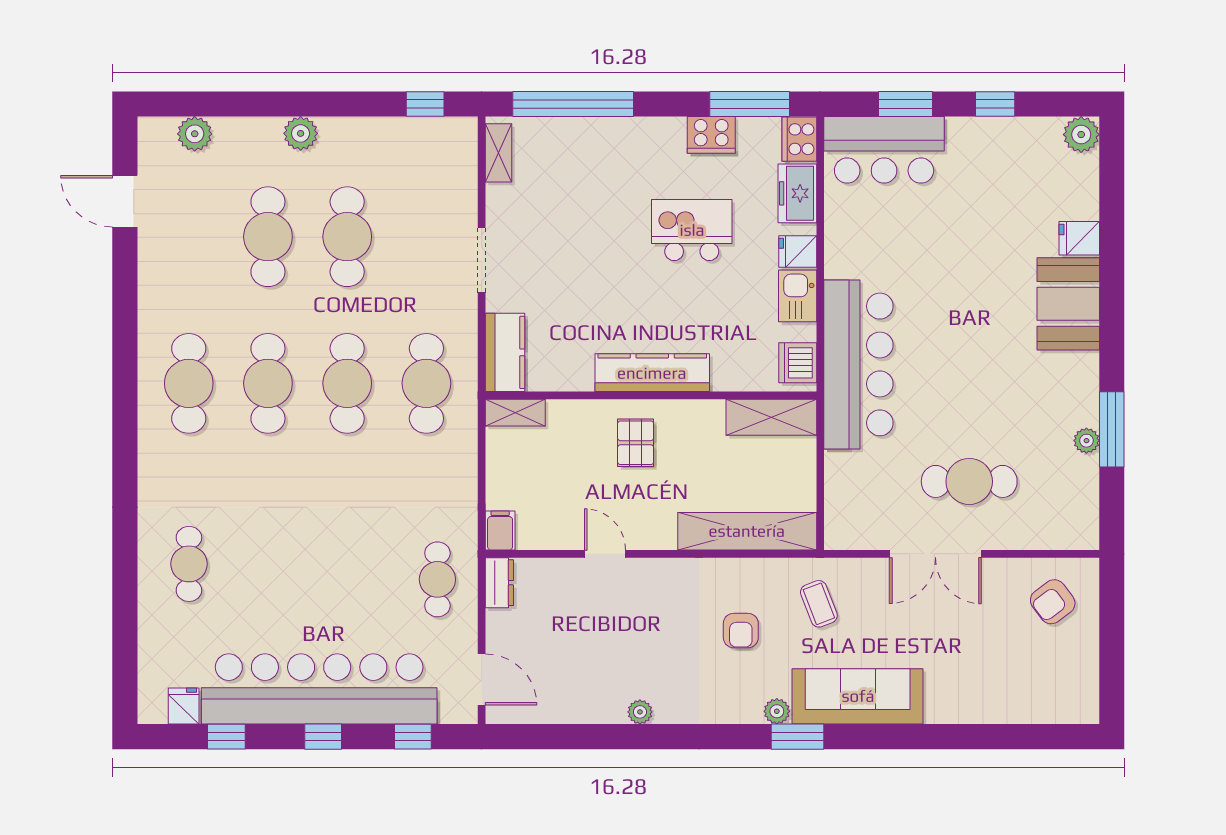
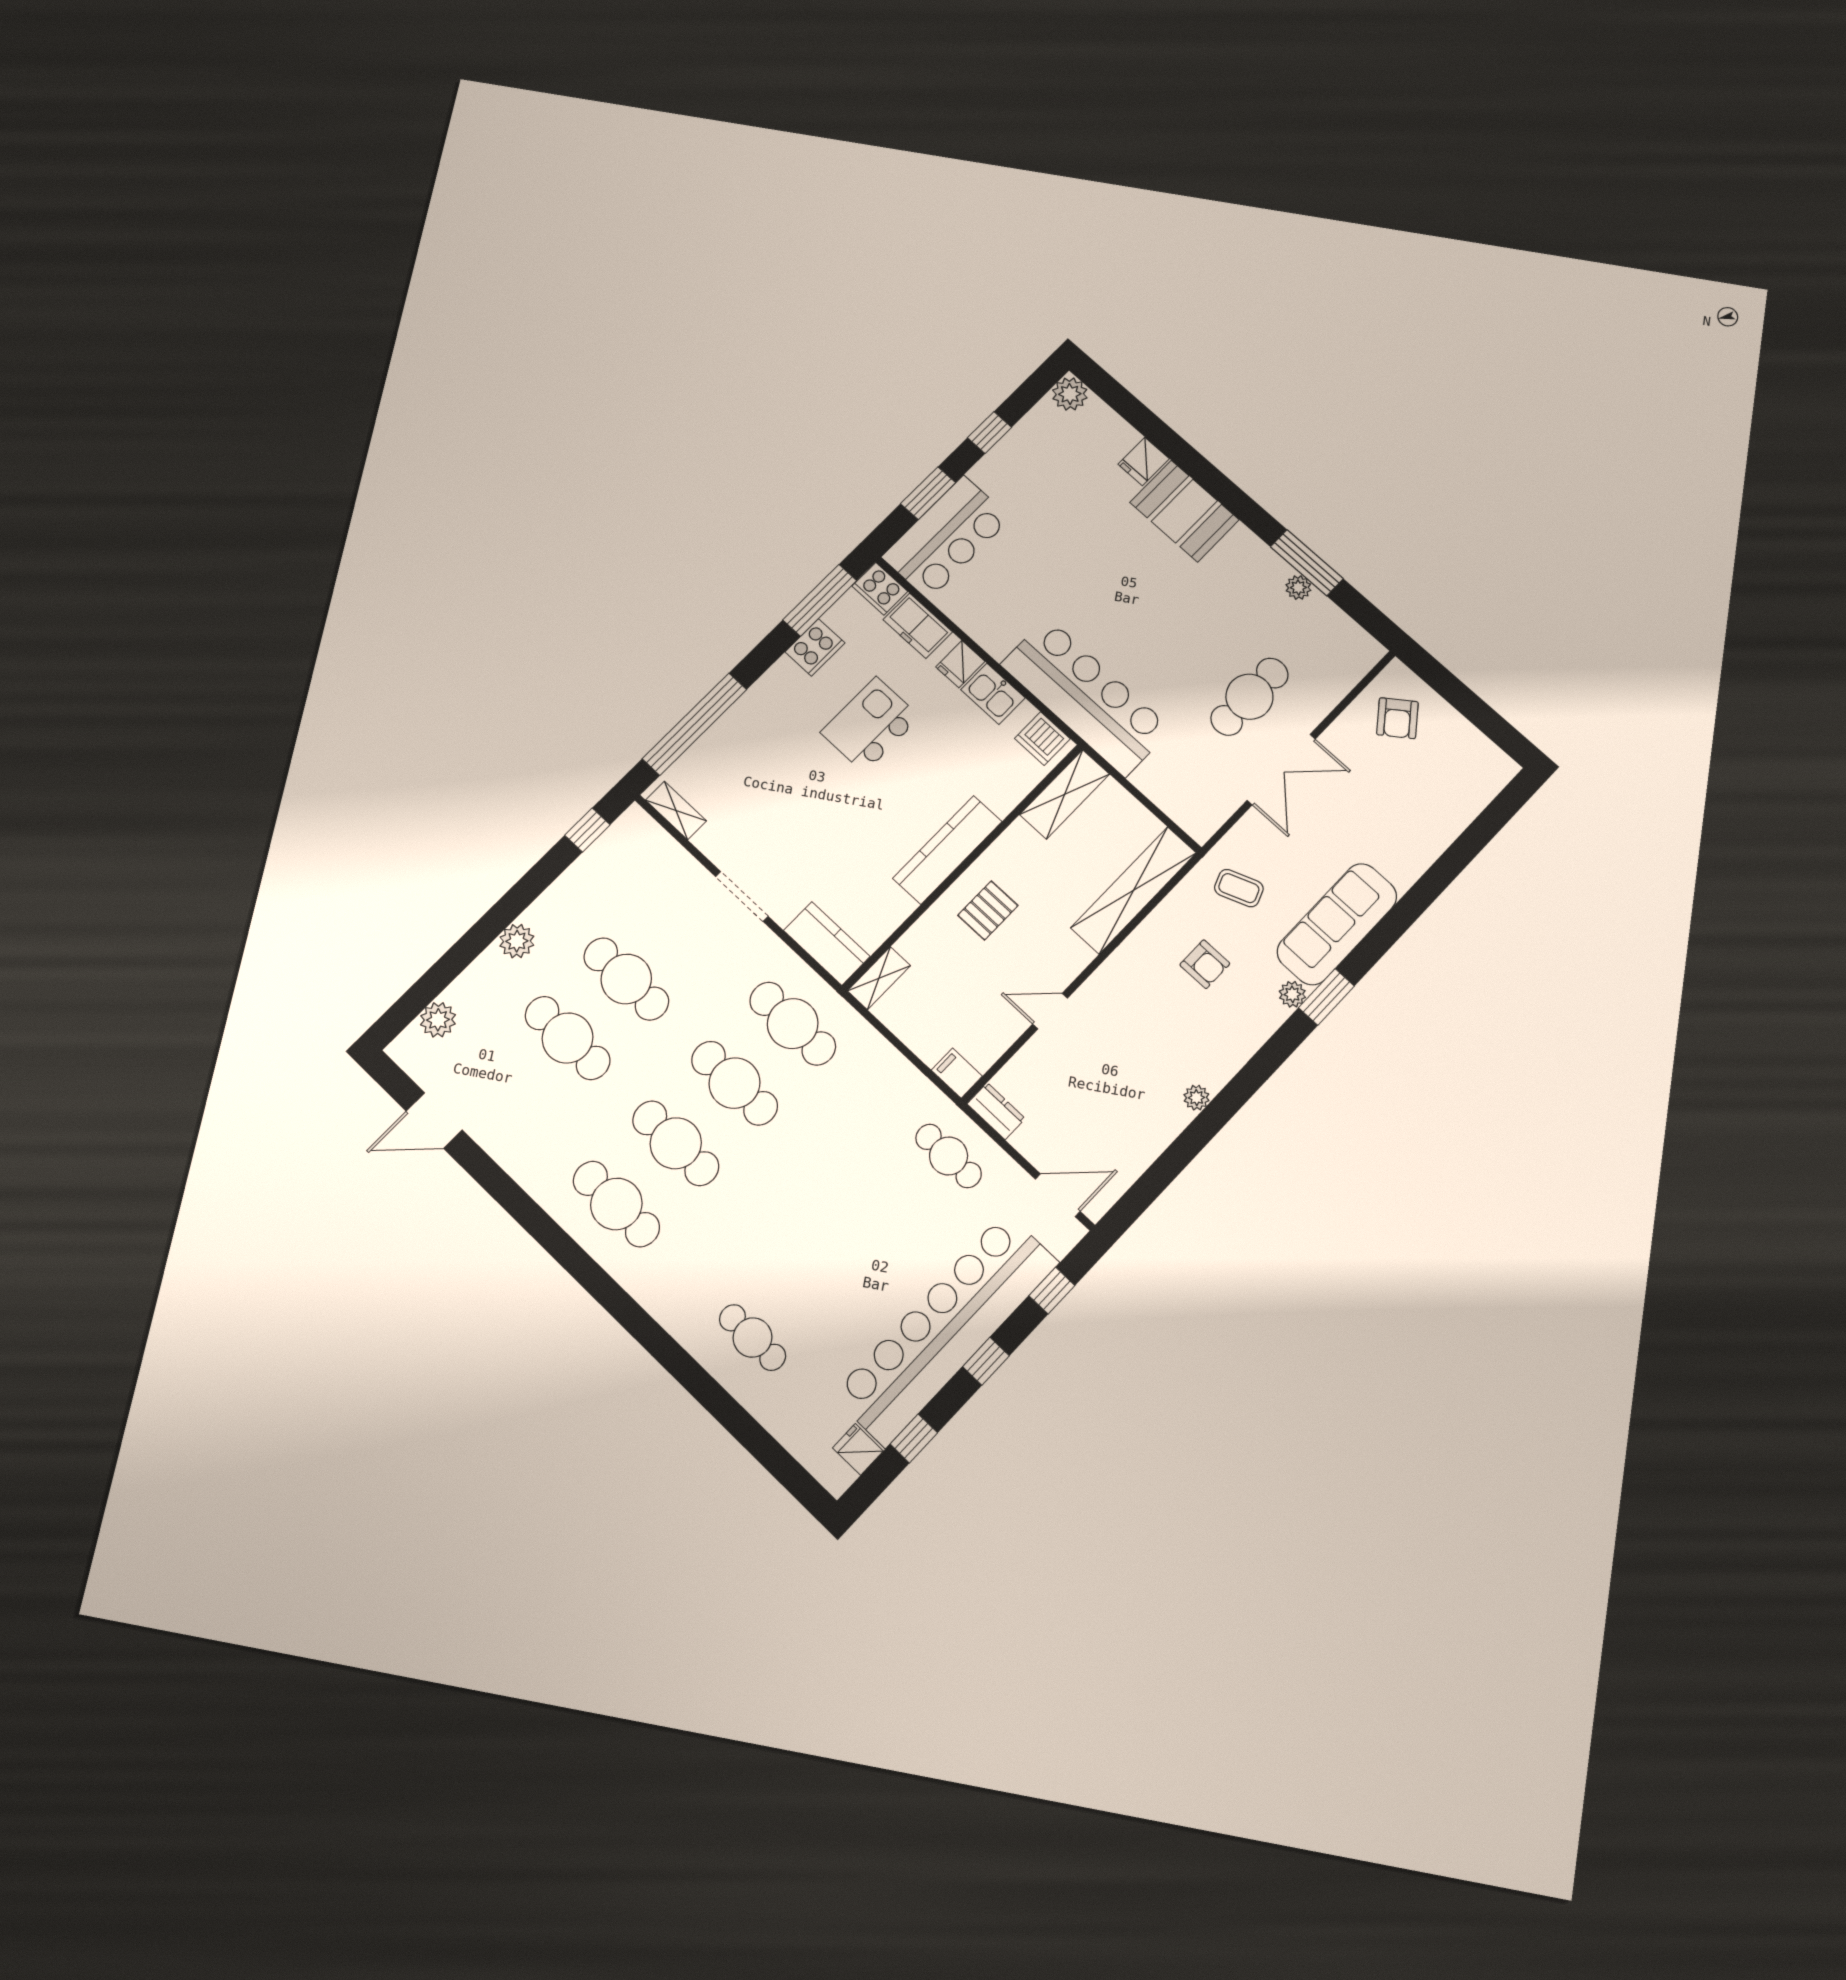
pallet: (636, 443) -> (988, 910), turned 90

